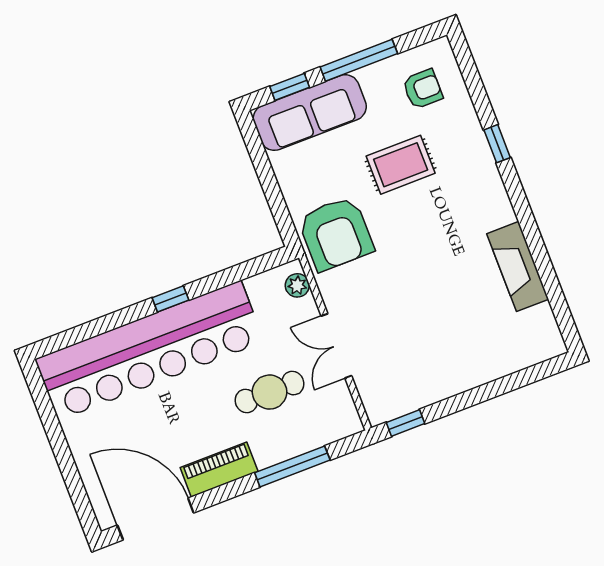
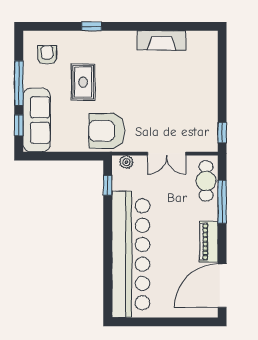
armchair: (336, 234) -> (107, 131), turned 180
window: (170, 299) -> (108, 185), moved
cafe table: (270, 392) -> (206, 181), moved

